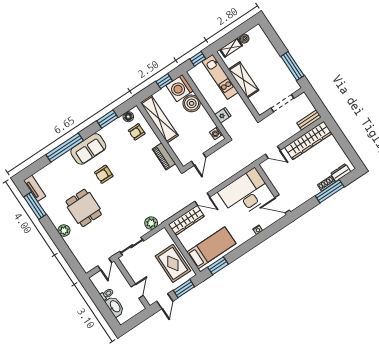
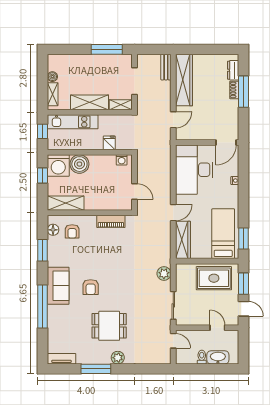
shelving: (258, 105) -> (121, 105), added
shelving: (159, 119) -> (66, 203), width x0.68
window: (35, 206) -> (96, 369), moved

